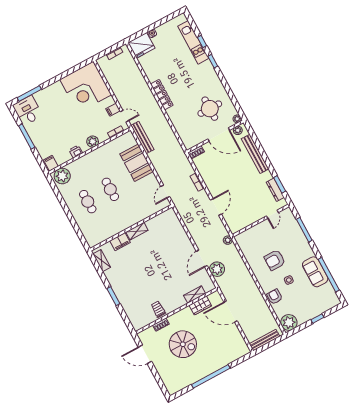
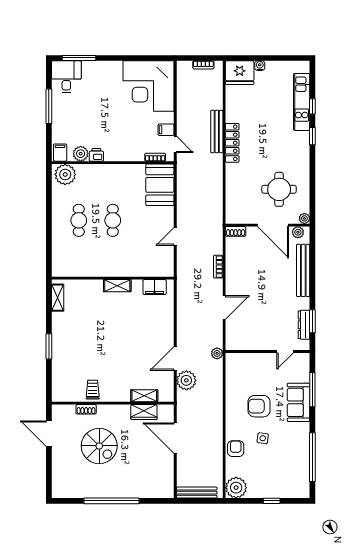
bench: (142, 137) -> (217, 131), moved
plant: (93, 142) -> (81, 154), moved
booth: (136, 163) -> (160, 185), moved
door: (165, 192) -> (175, 237), moved
filing cabinet: (120, 242) -> (155, 287), moved
sofa: (315, 272) -> (299, 402), moved

